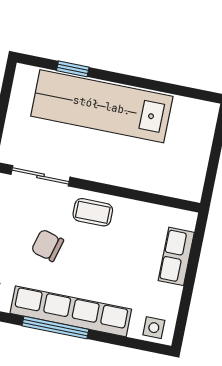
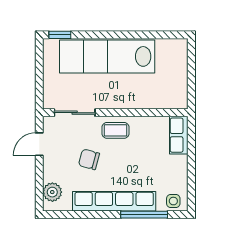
window: (73, 69) -> (60, 35), moved
row of seats: (176, 256) -> (179, 135), moved
window: (55, 328) -> (144, 215), moved

